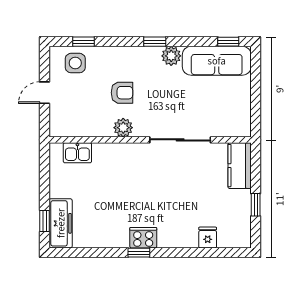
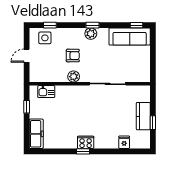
plant: (171, 56) -> (91, 34), moved
kitchen counter: (240, 166) -> (143, 116), moved
window: (45, 221) -> (27, 107), moved

